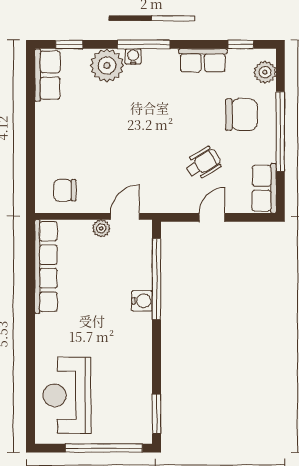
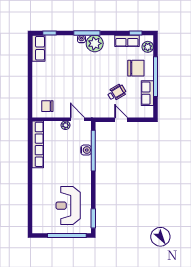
row of seats: (203, 60) -> (127, 41), moved
plant: (107, 65) -> (95, 43), moved
row of seats: (264, 188) -> (147, 93), moved
door: (125, 216) -> (77, 119), hinge flipped
door: (212, 217) -> (121, 120), hinge flipped
water cooler: (142, 301) -> (86, 150), moved
reception desk: (67, 395) -> (68, 206), moved

